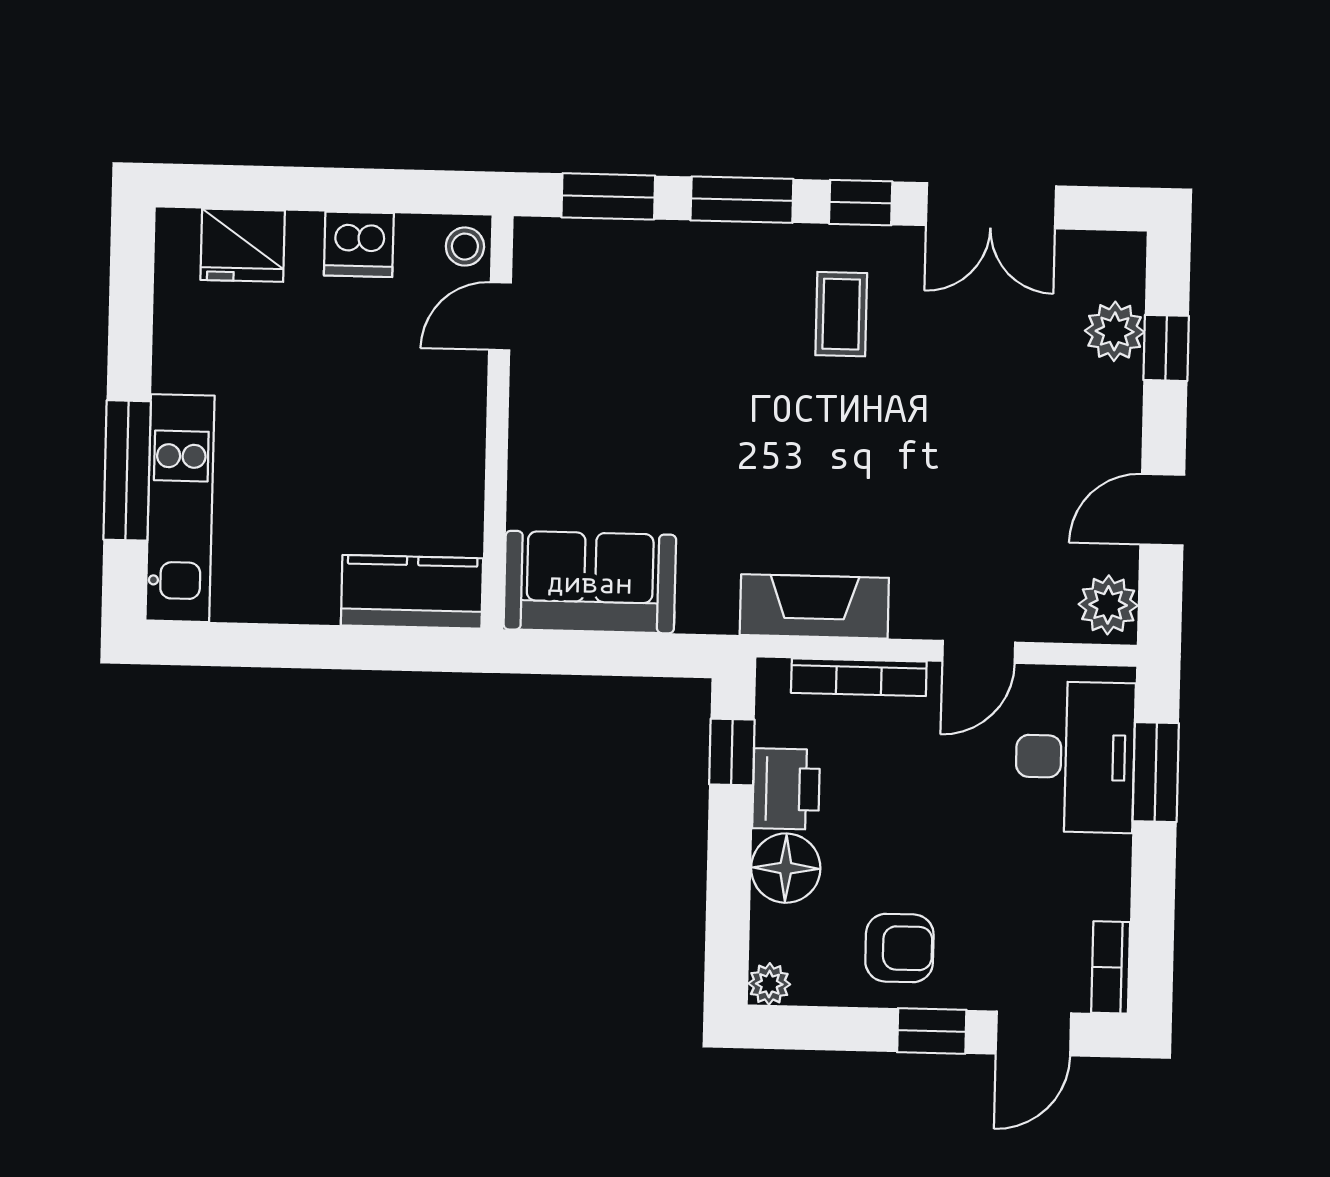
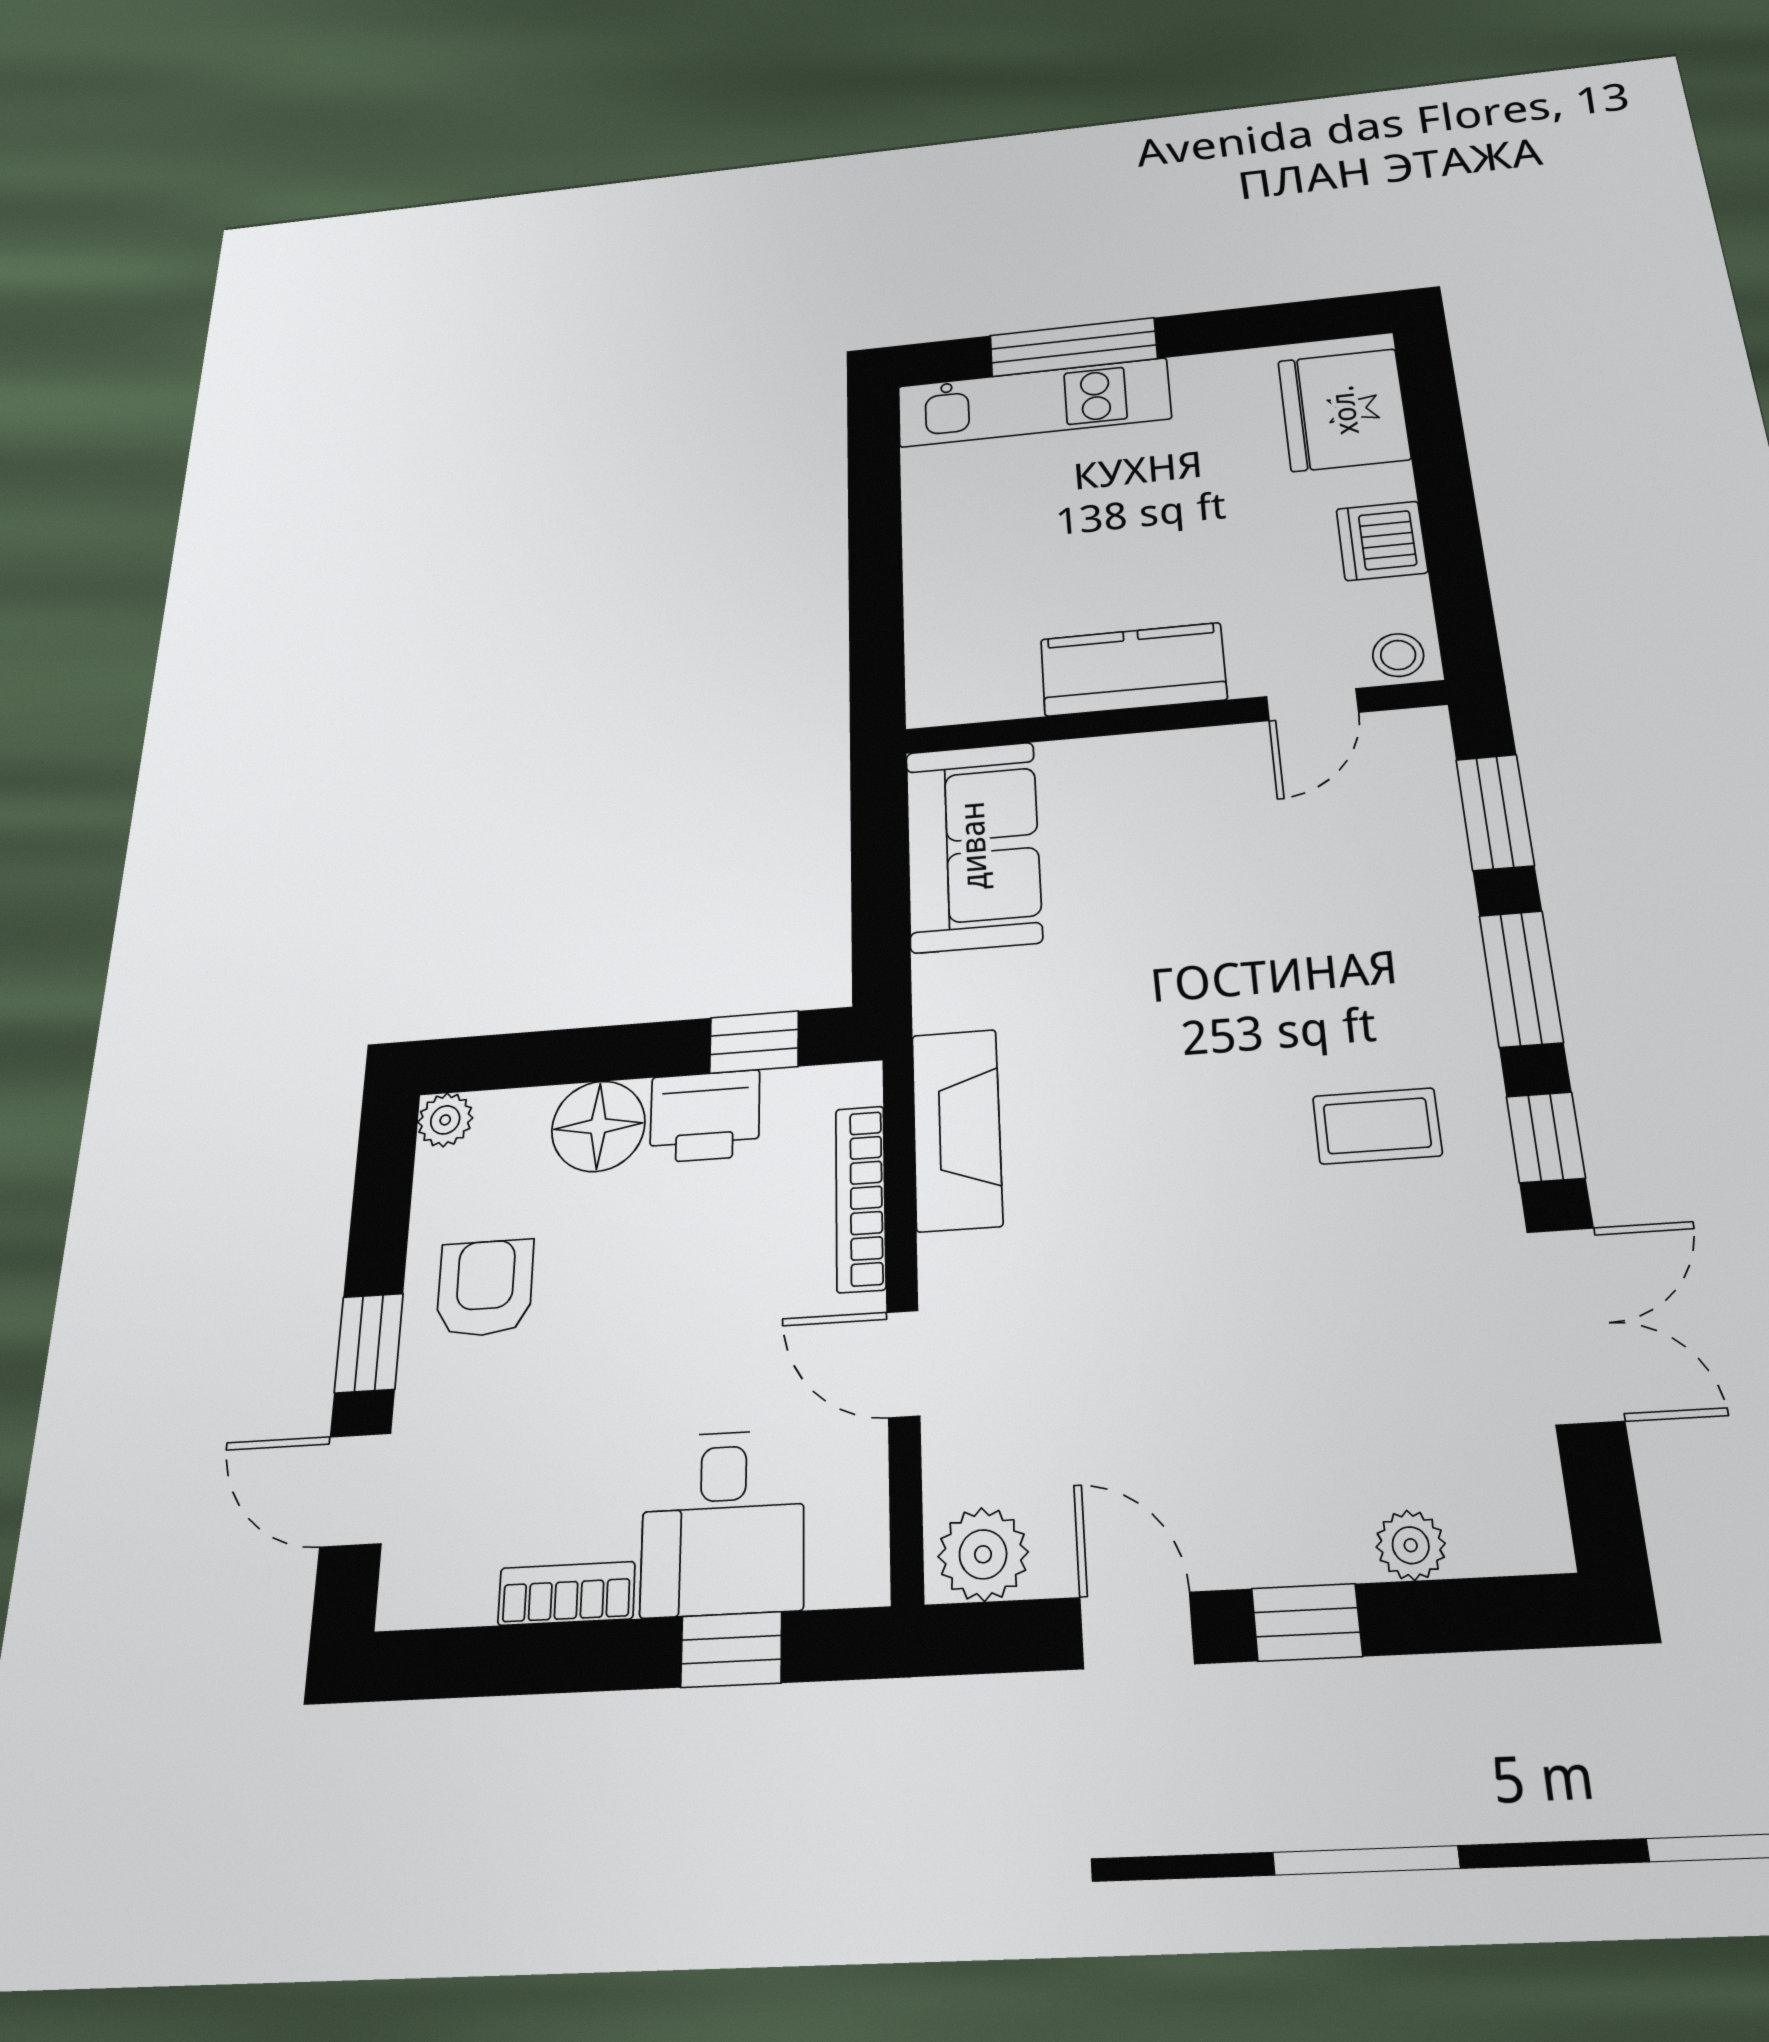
double door: (991, 206) -> (1575, 1325), swing flipped
fridge: (243, 245) -> (1344, 410), width x1.36, depth x1.34
door: (500, 316) -> (1312, 705), swing flipped
plant: (1115, 331) -> (1411, 1545), width x0.73, depth x0.73
window: (1166, 348) -> (1307, 1622), moved
kitchen counter: (412, 592) -> (1133, 669), moved, turned -90
desk: (1075, 757) -> (723, 1522), width x0.73
window: (1156, 772) -> (731, 1650), width x0.67
armchair: (899, 948) -> (485, 1288), turned 180
bookcase: (1111, 967) -> (566, 1593), moved

